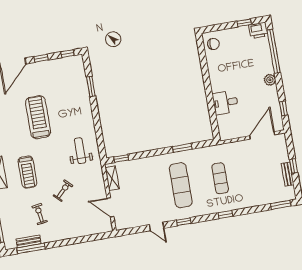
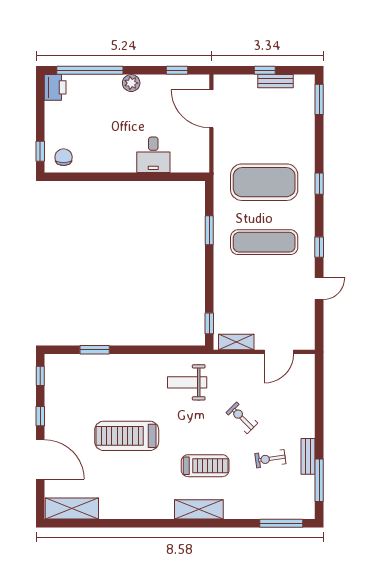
window: (244, 23) -> (40, 151), moved
exercise mat: (220, 178) -> (264, 182), width x2.00, depth x1.45
bench: (29, 241) -> (308, 456), moved

